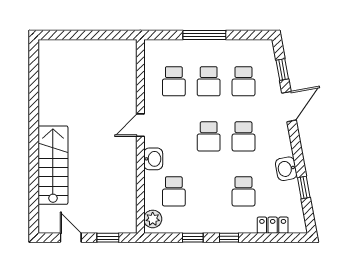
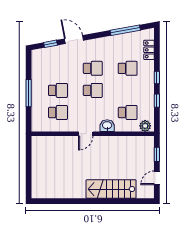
school desk: (243, 81) -> (58, 68), removed
door: (140, 125) -> (86, 134), hinge flipped
washbasin: (286, 169) -> (113, 41), removed
window: (304, 188) -> (125, 30), width x2.17

